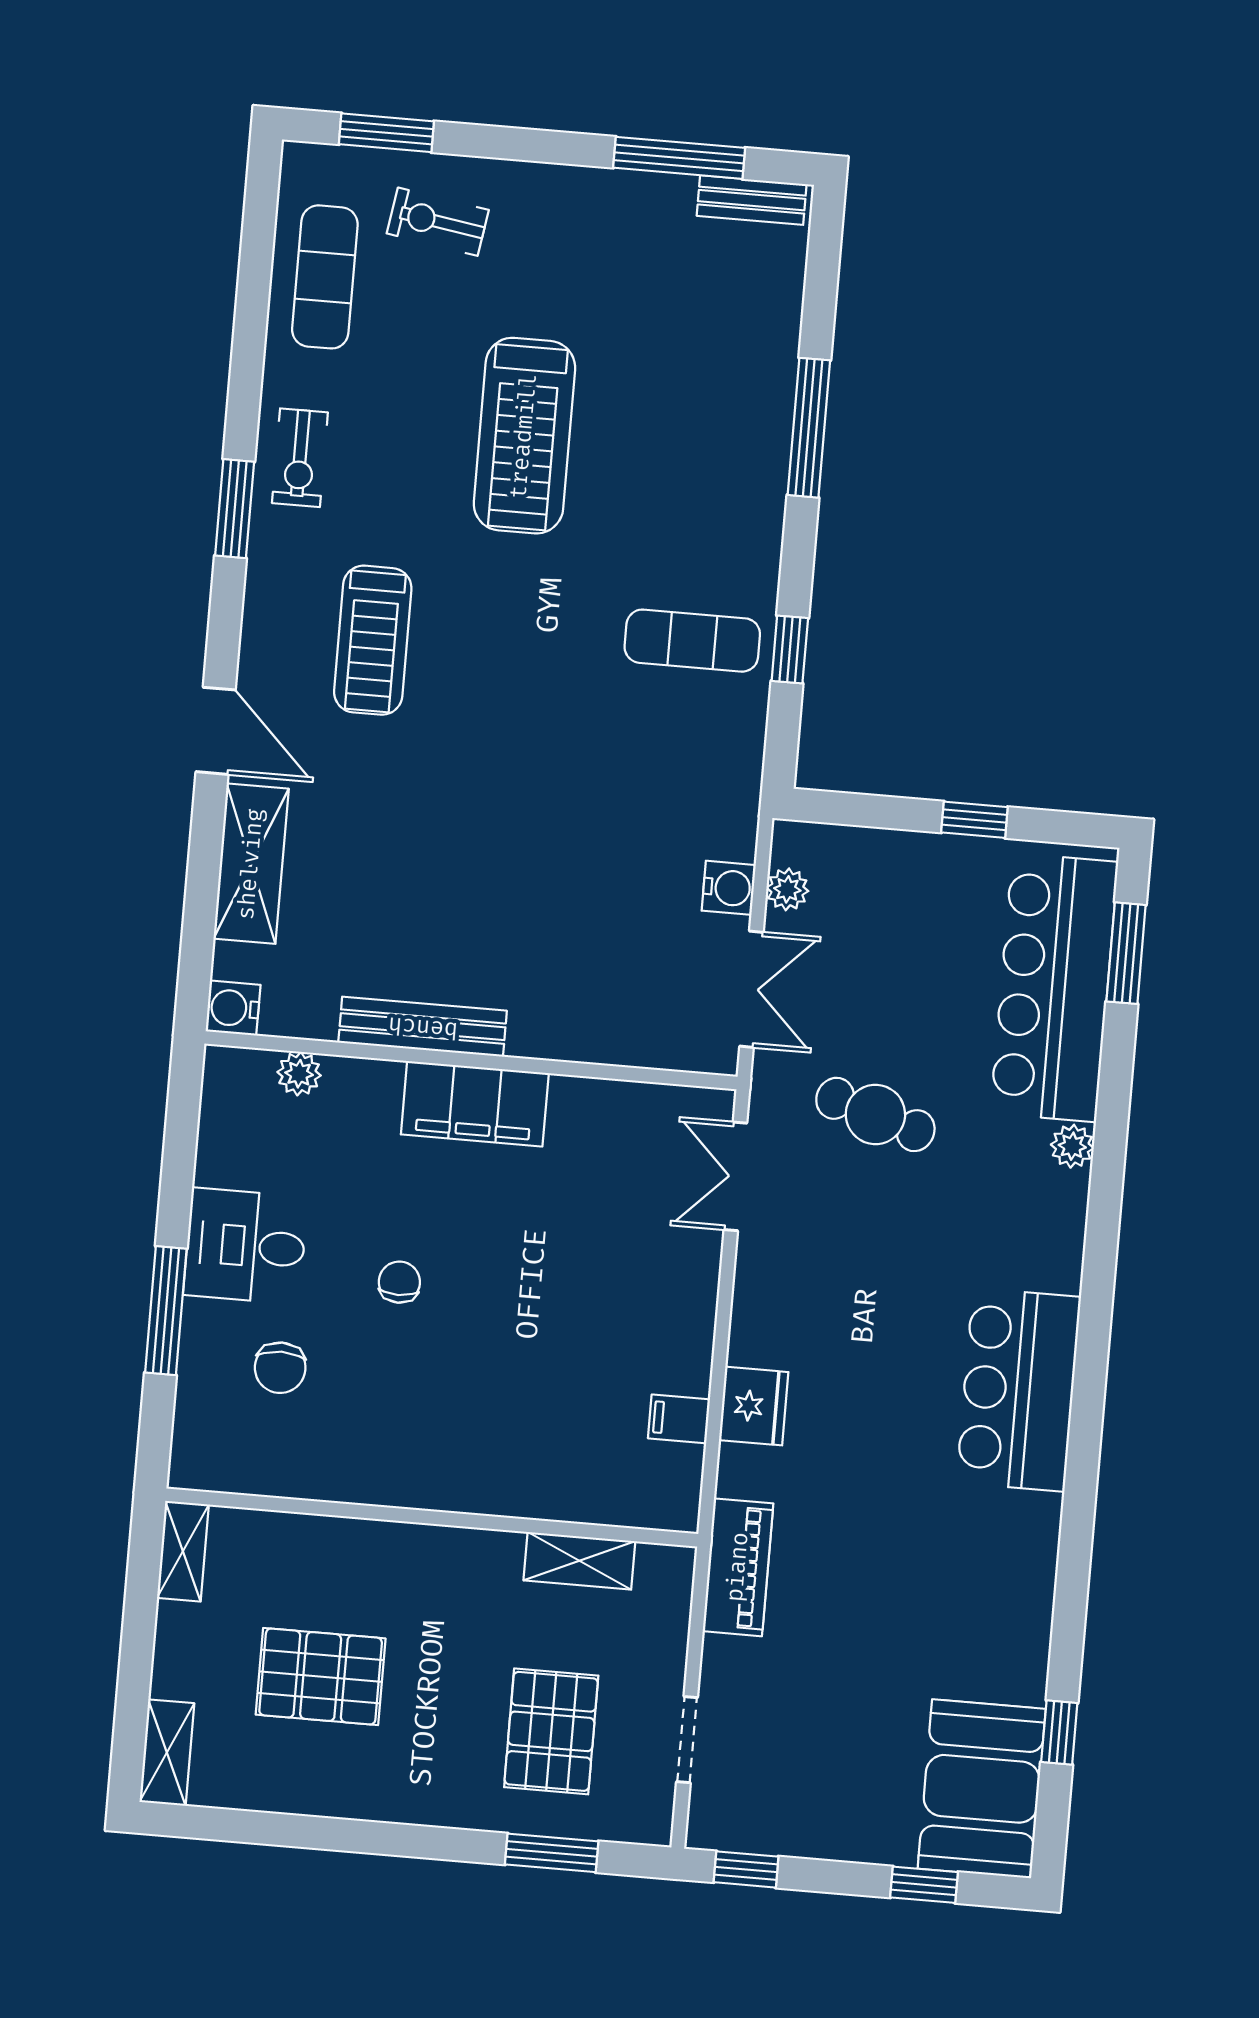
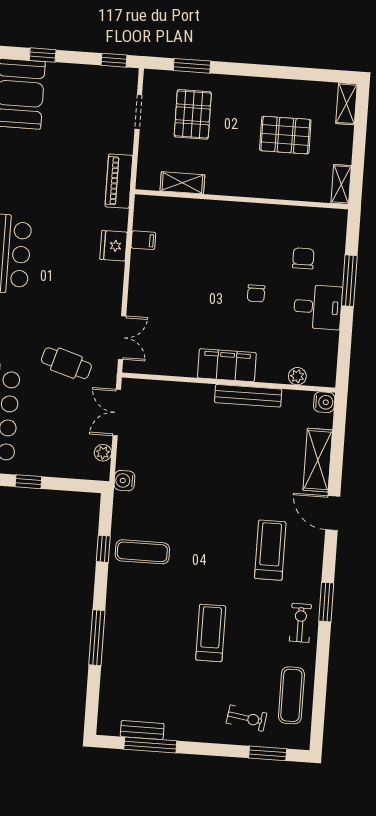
bench: (752, 200) -> (142, 730), moved
treadmill: (524, 436) -> (211, 633), width x0.73, depth x0.73
water cooler: (729, 888) -> (124, 481), moved

